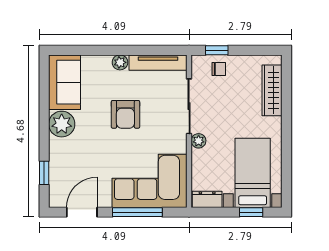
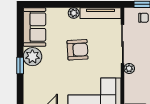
armchair: (125, 114) -> (78, 50), turned -93
window: (44, 173) -> (20, 65), moved

